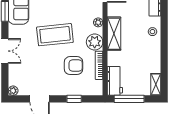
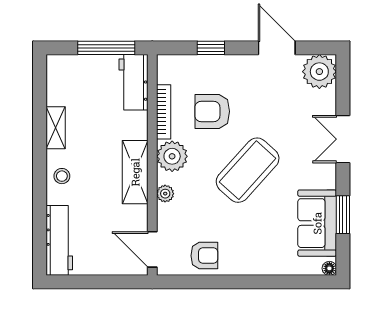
coffee table: (55, 35) -> (248, 170), turned -42
shelving: (156, 84) -> (56, 128), moved
plant: (13, 91) -> (319, 72), width x1.88, depth x1.88

